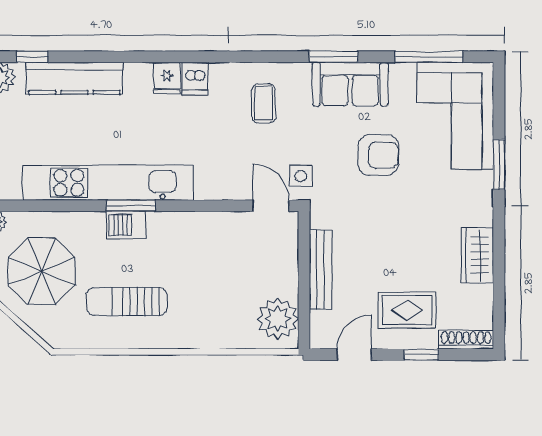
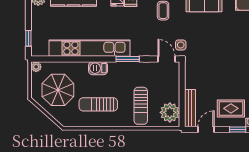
armchair: (378, 155) -> (217, 35), removed
window: (131, 206) -> (128, 59), moved
bench: (320, 269) -> (190, 108), moved
sun lounger: (216, 305) -> (141, 106), added

